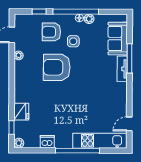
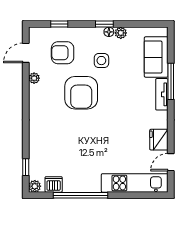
window: (76, 12) -> (104, 24), width x0.32
armchair: (51, 32) -> (63, 53), moved
armchair: (57, 67) -> (81, 93), turned -90
fridge: (21, 112) -> (159, 140), moved, turned 180
dishwasher: (47, 142) -> (54, 184), moved
window: (77, 151) -> (81, 195), moved

